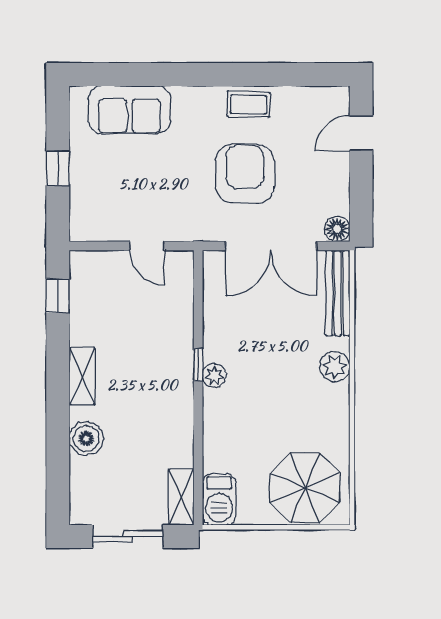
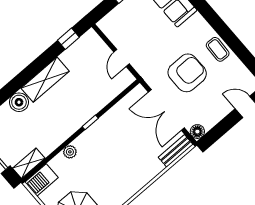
bench: (338, 293) -> (176, 151), width x0.73
plant: (335, 367) -> (139, 180), removed
shelving: (82, 376) -> (45, 80), width x1.50, depth x1.33
plant: (214, 376) -> (70, 152), moved

